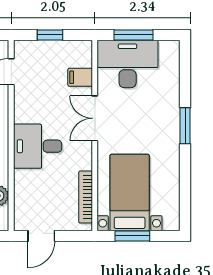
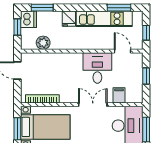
desk: (38, 146) -> (97, 68), moved

